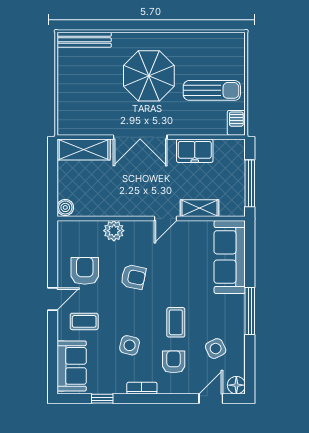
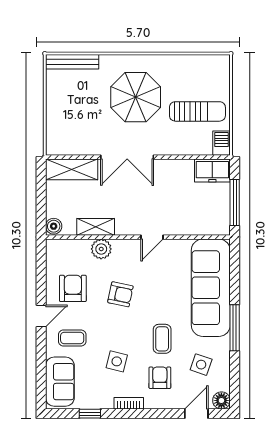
freezer: (195, 151) -> (212, 171), moved
shelving: (199, 208) -> (96, 227), moved
sofa: (230, 257) -> (211, 288), width x1.36, depth x1.27
side table: (216, 349) -> (201, 365), turned 45

